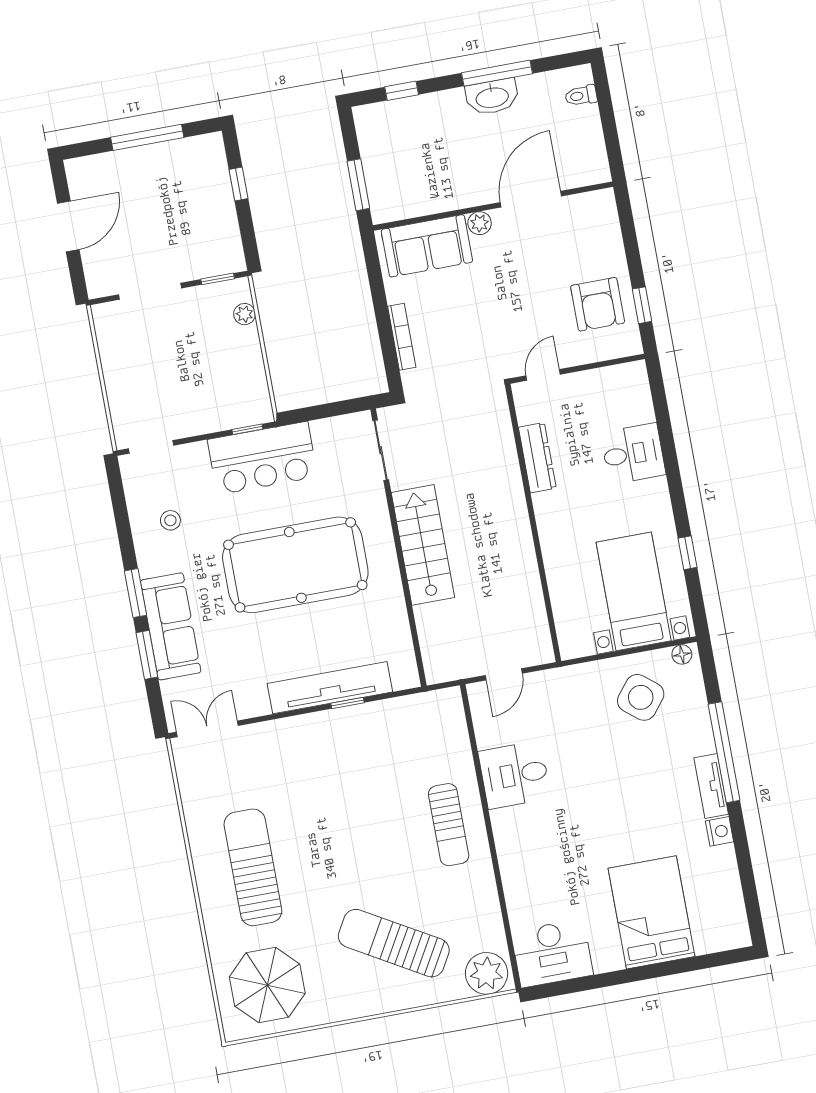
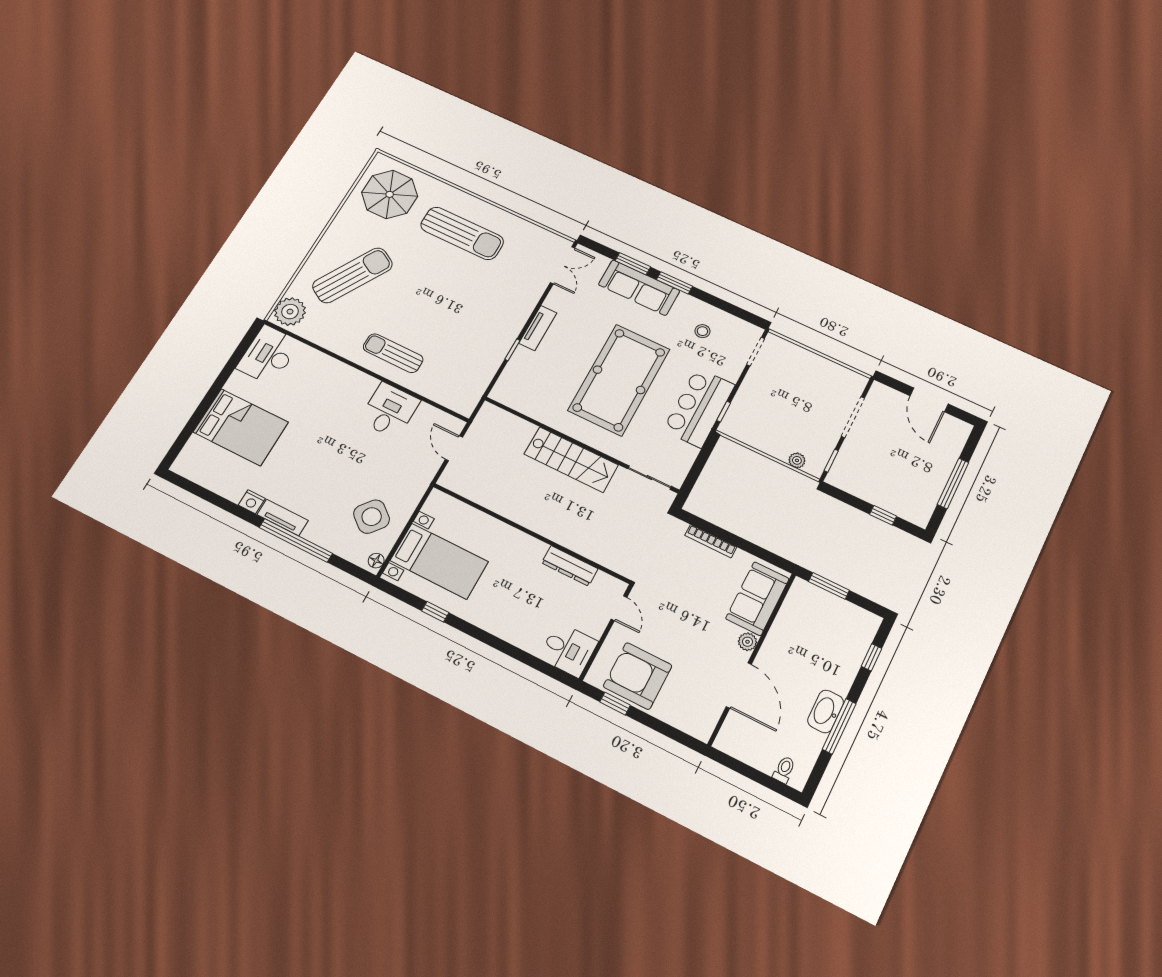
armchair: (598, 304) -> (638, 676), width x1.36, depth x1.36
desk: (633, 454) -> (568, 650), moved, turned -90
tv unit: (330, 688) -> (538, 328), width x0.52, depth x0.78

